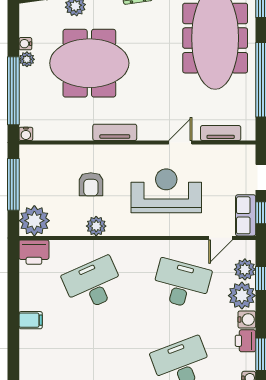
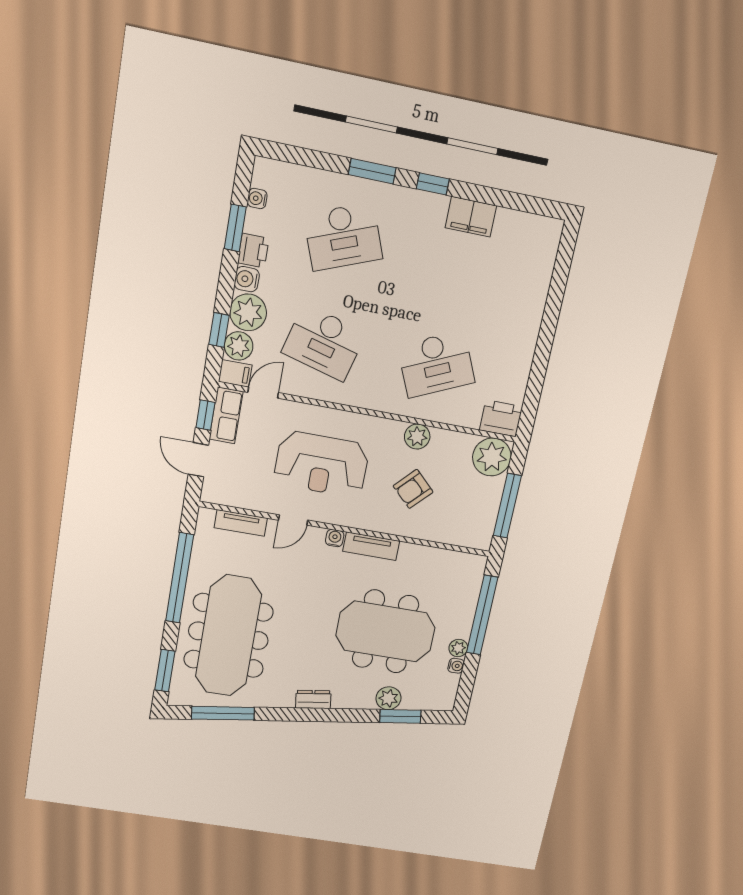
water cooler: (26, 134) -> (335, 538), moved
armchair: (91, 184) -> (413, 489), turned -136
filing cabinet: (31, 320) -> (235, 373), moved, turned 180

